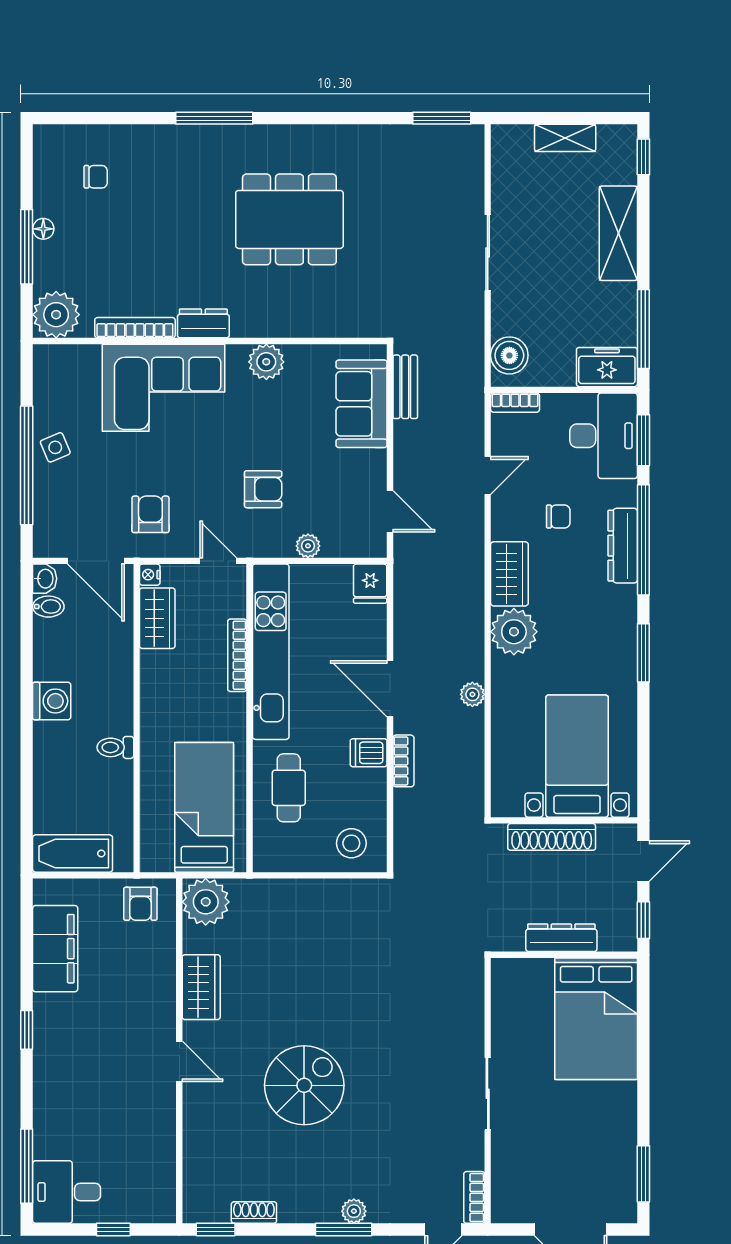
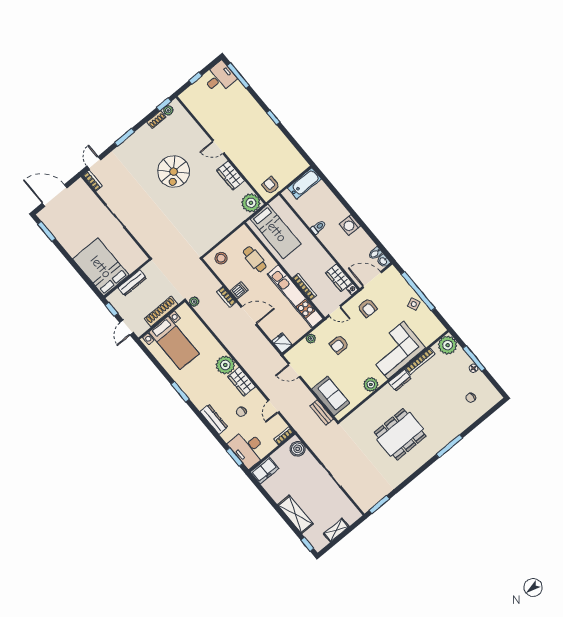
window: (643, 329) -> (263, 491), removed
window: (643, 540) -> (209, 426), removed
plant: (472, 694) -> (194, 302), moved
filing cabinet: (55, 949) -> (285, 150), removed
plant: (354, 1211) -> (168, 110), moved

